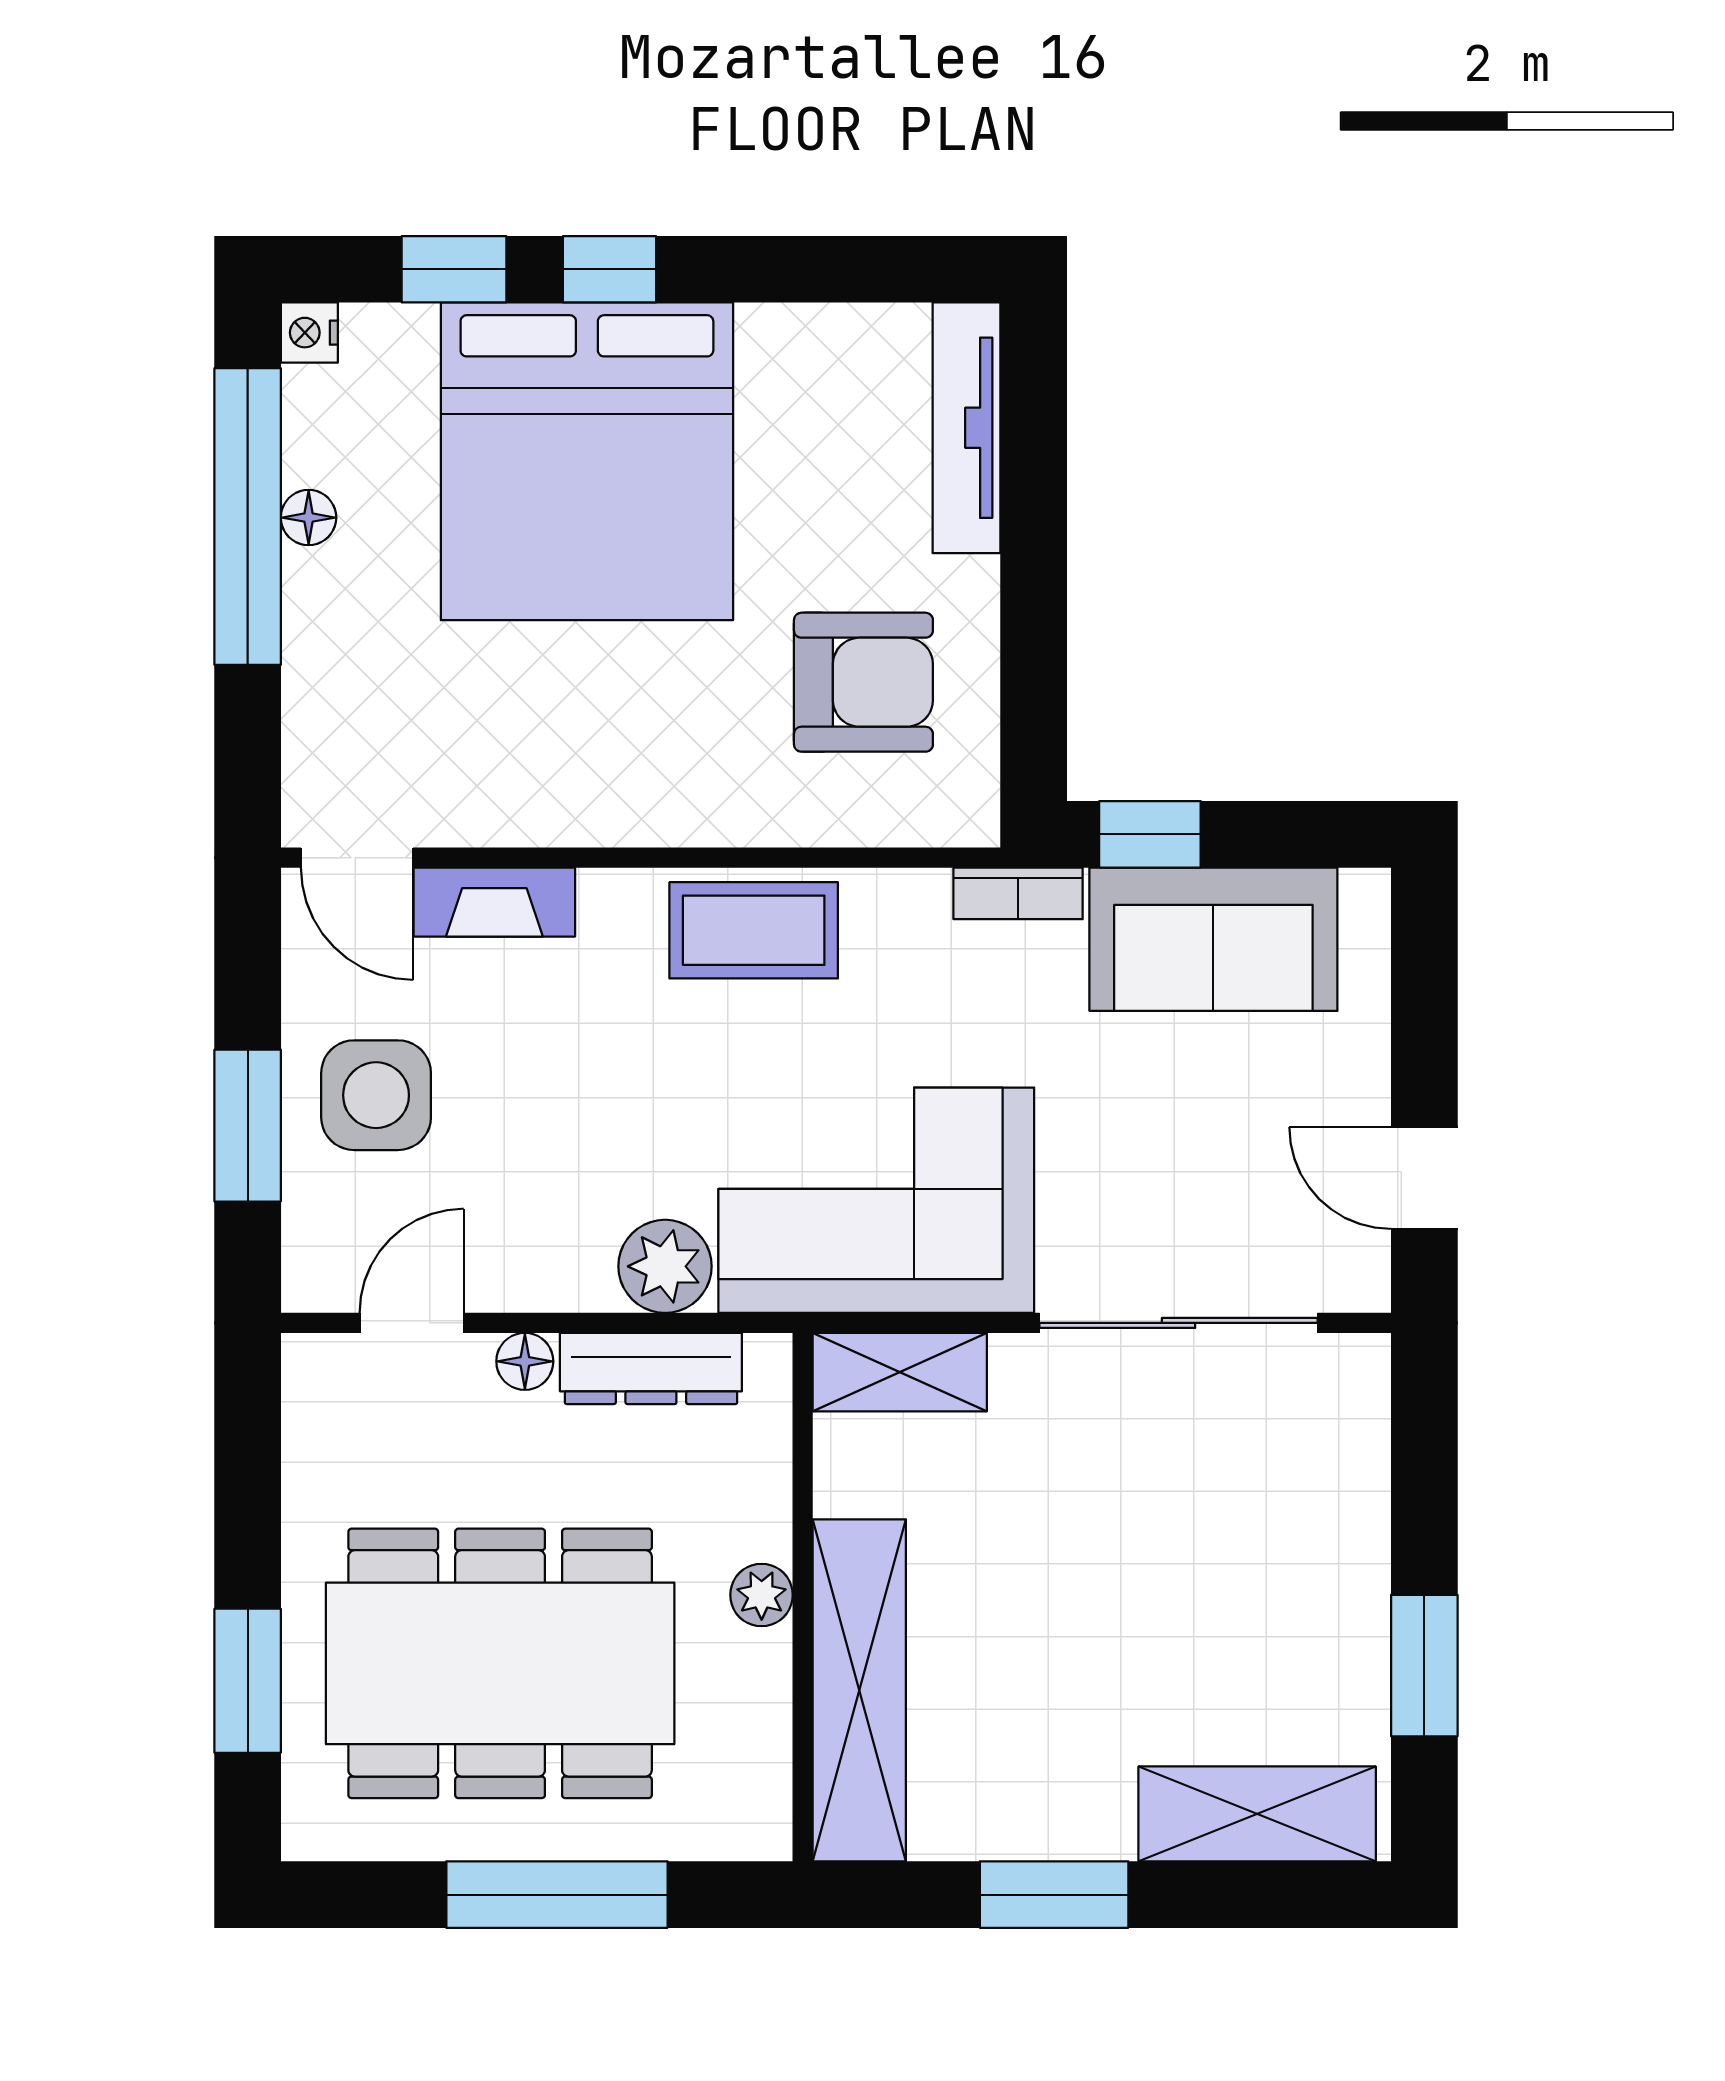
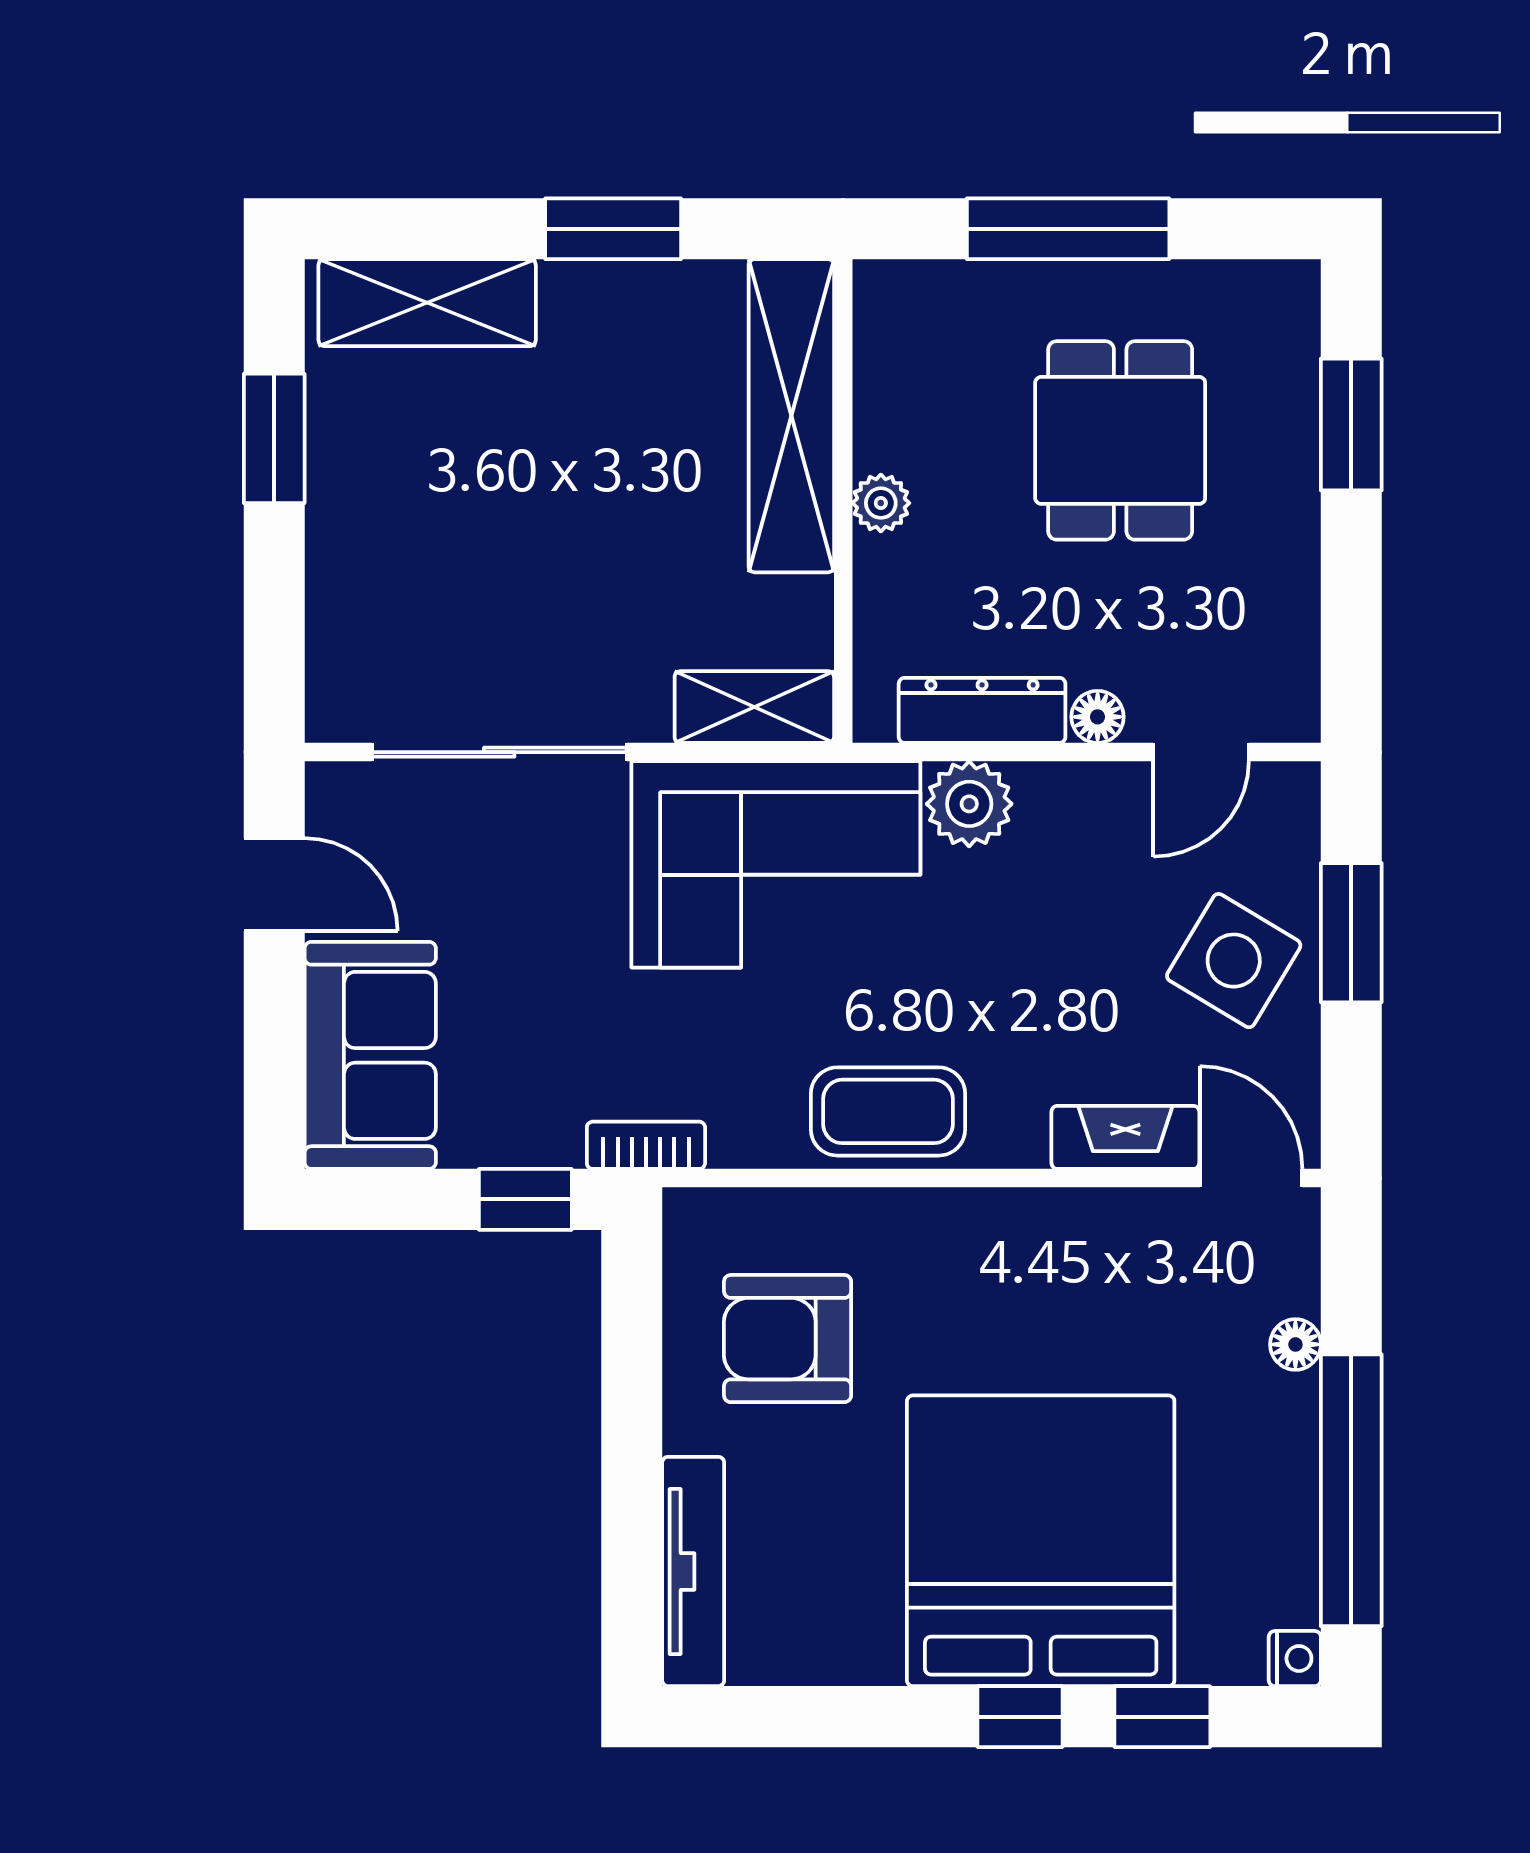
floor lamp: (309, 518) -> (1295, 1344), moved
sofa: (1213, 939) -> (370, 1055), moved, turned 90
side table: (376, 1095) -> (1234, 961), turned 31
dining table: (500, 1663) -> (1120, 440), width x0.53, depth x0.80

